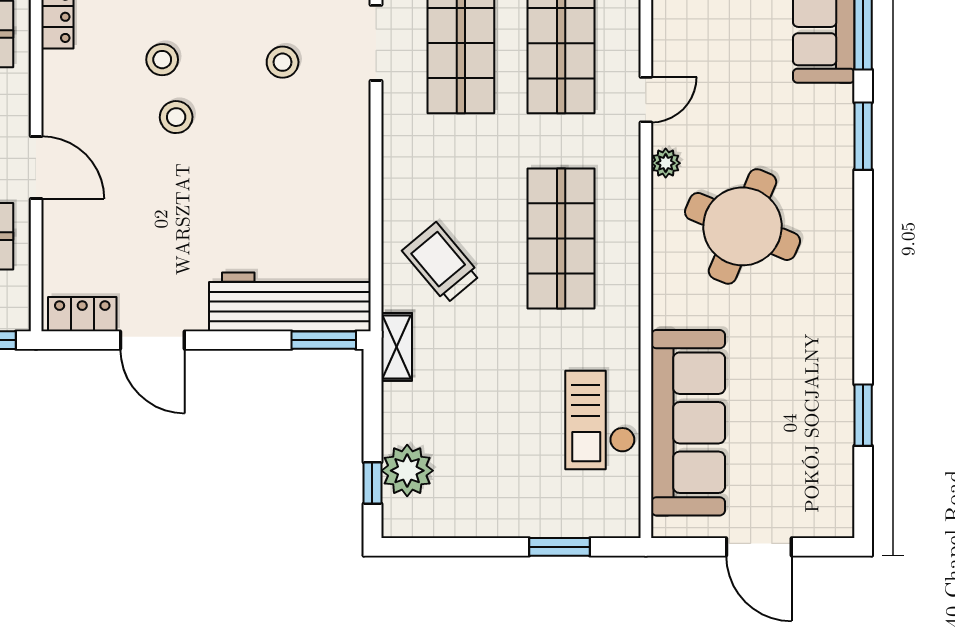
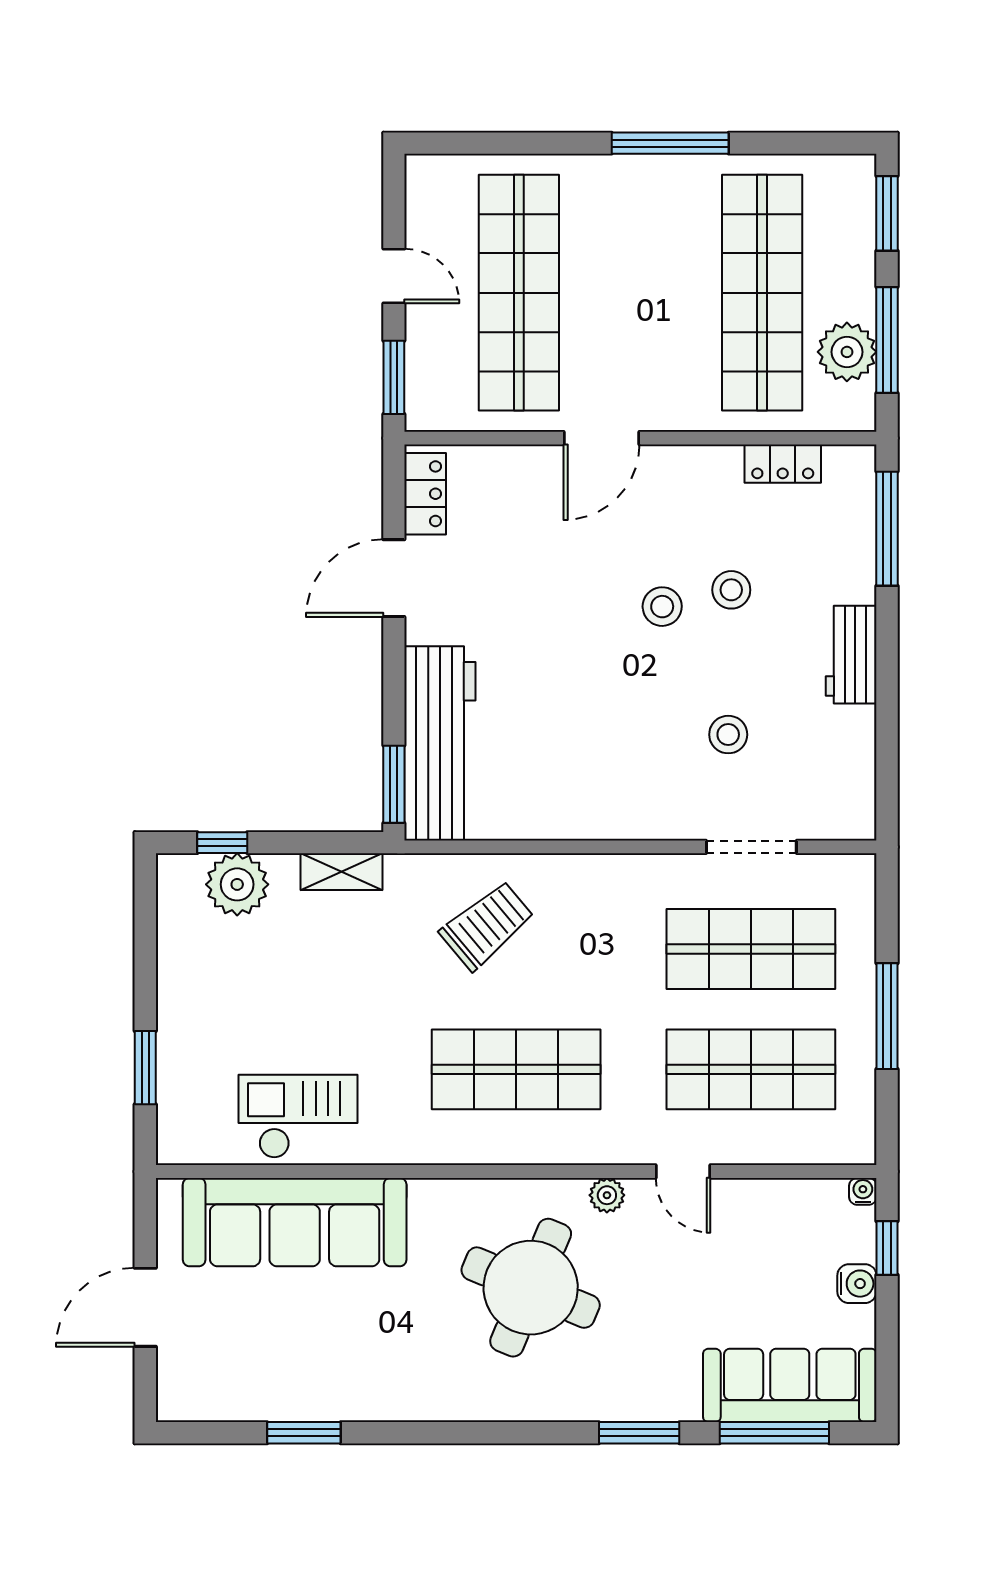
shelving: (397, 347) -> (341, 872), moved

